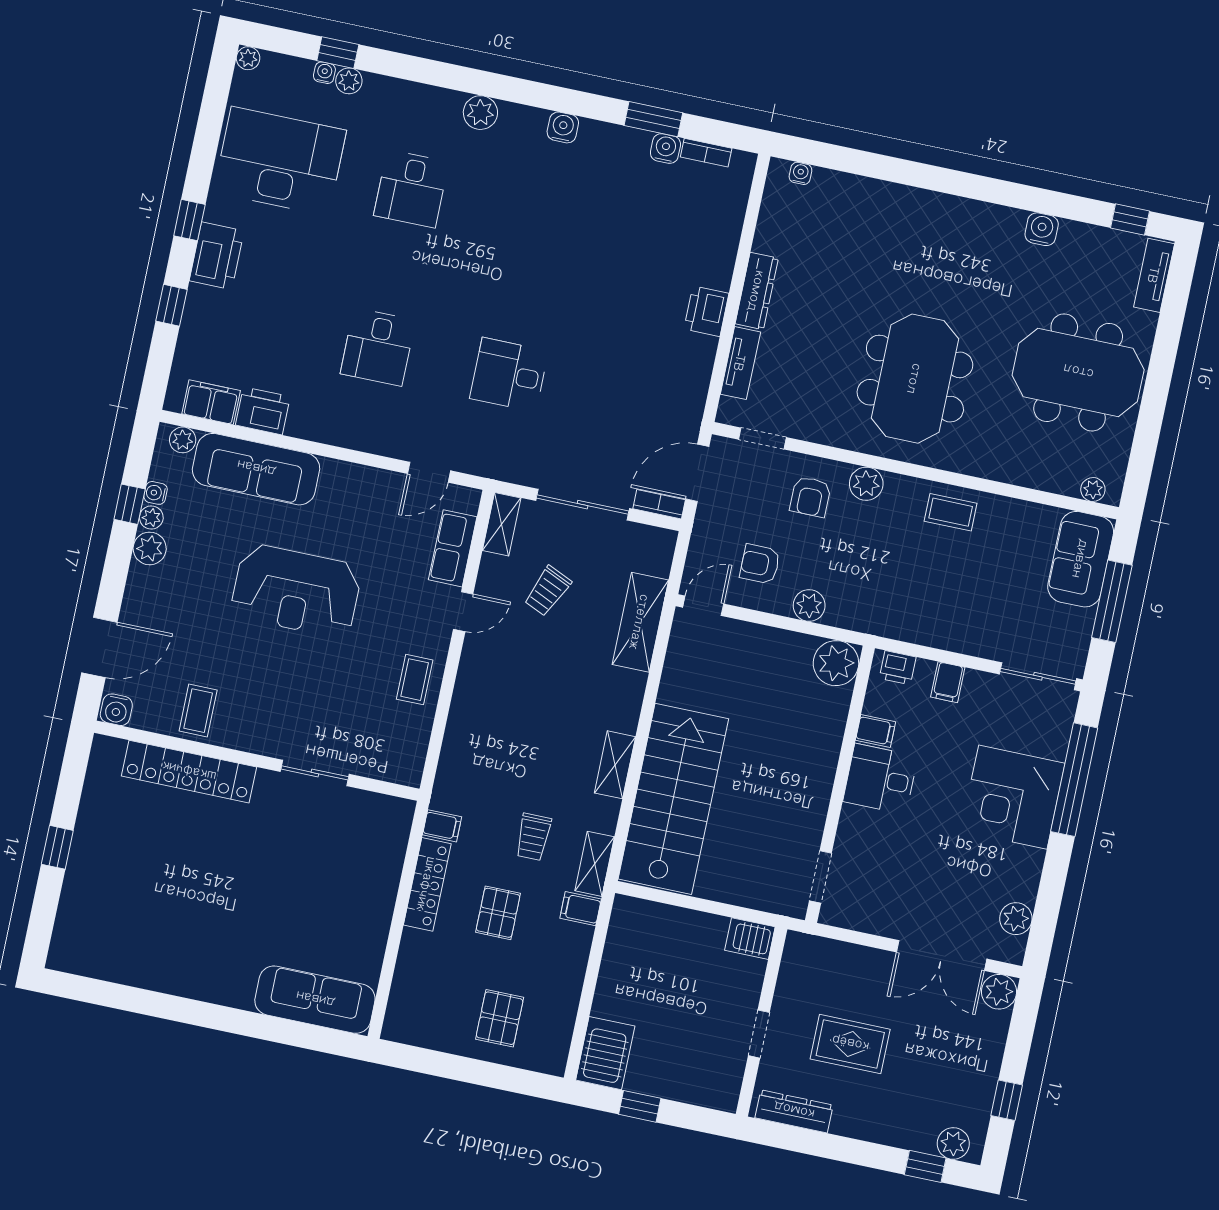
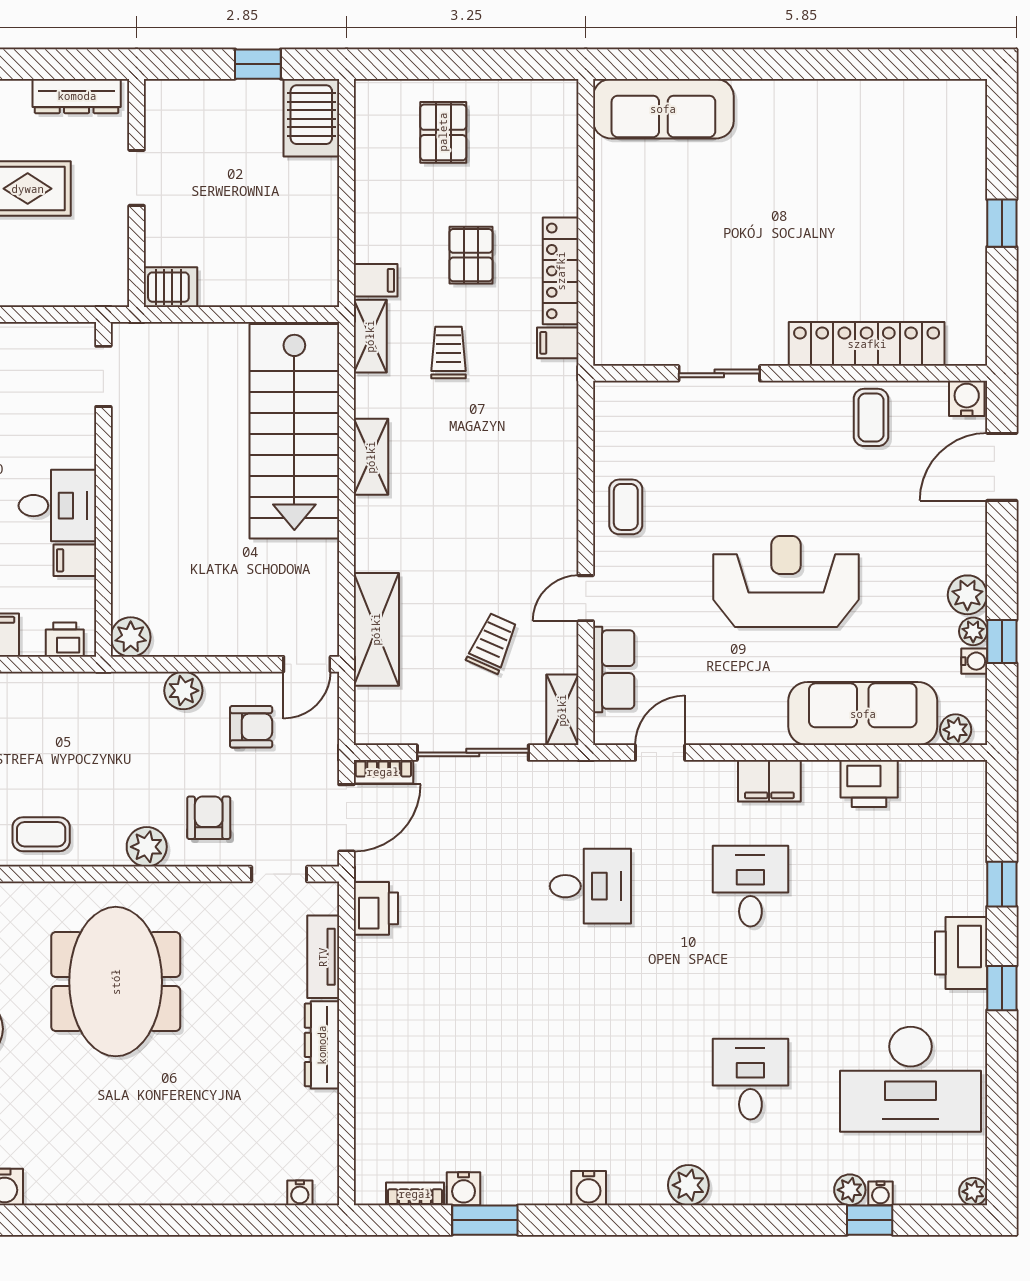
printer: (706, 311) -> (376, 908), moved
filing cabinet: (211, 402) -> (769, 781), moved
plant: (836, 663) -> (131, 637), width x0.73, depth x0.73

